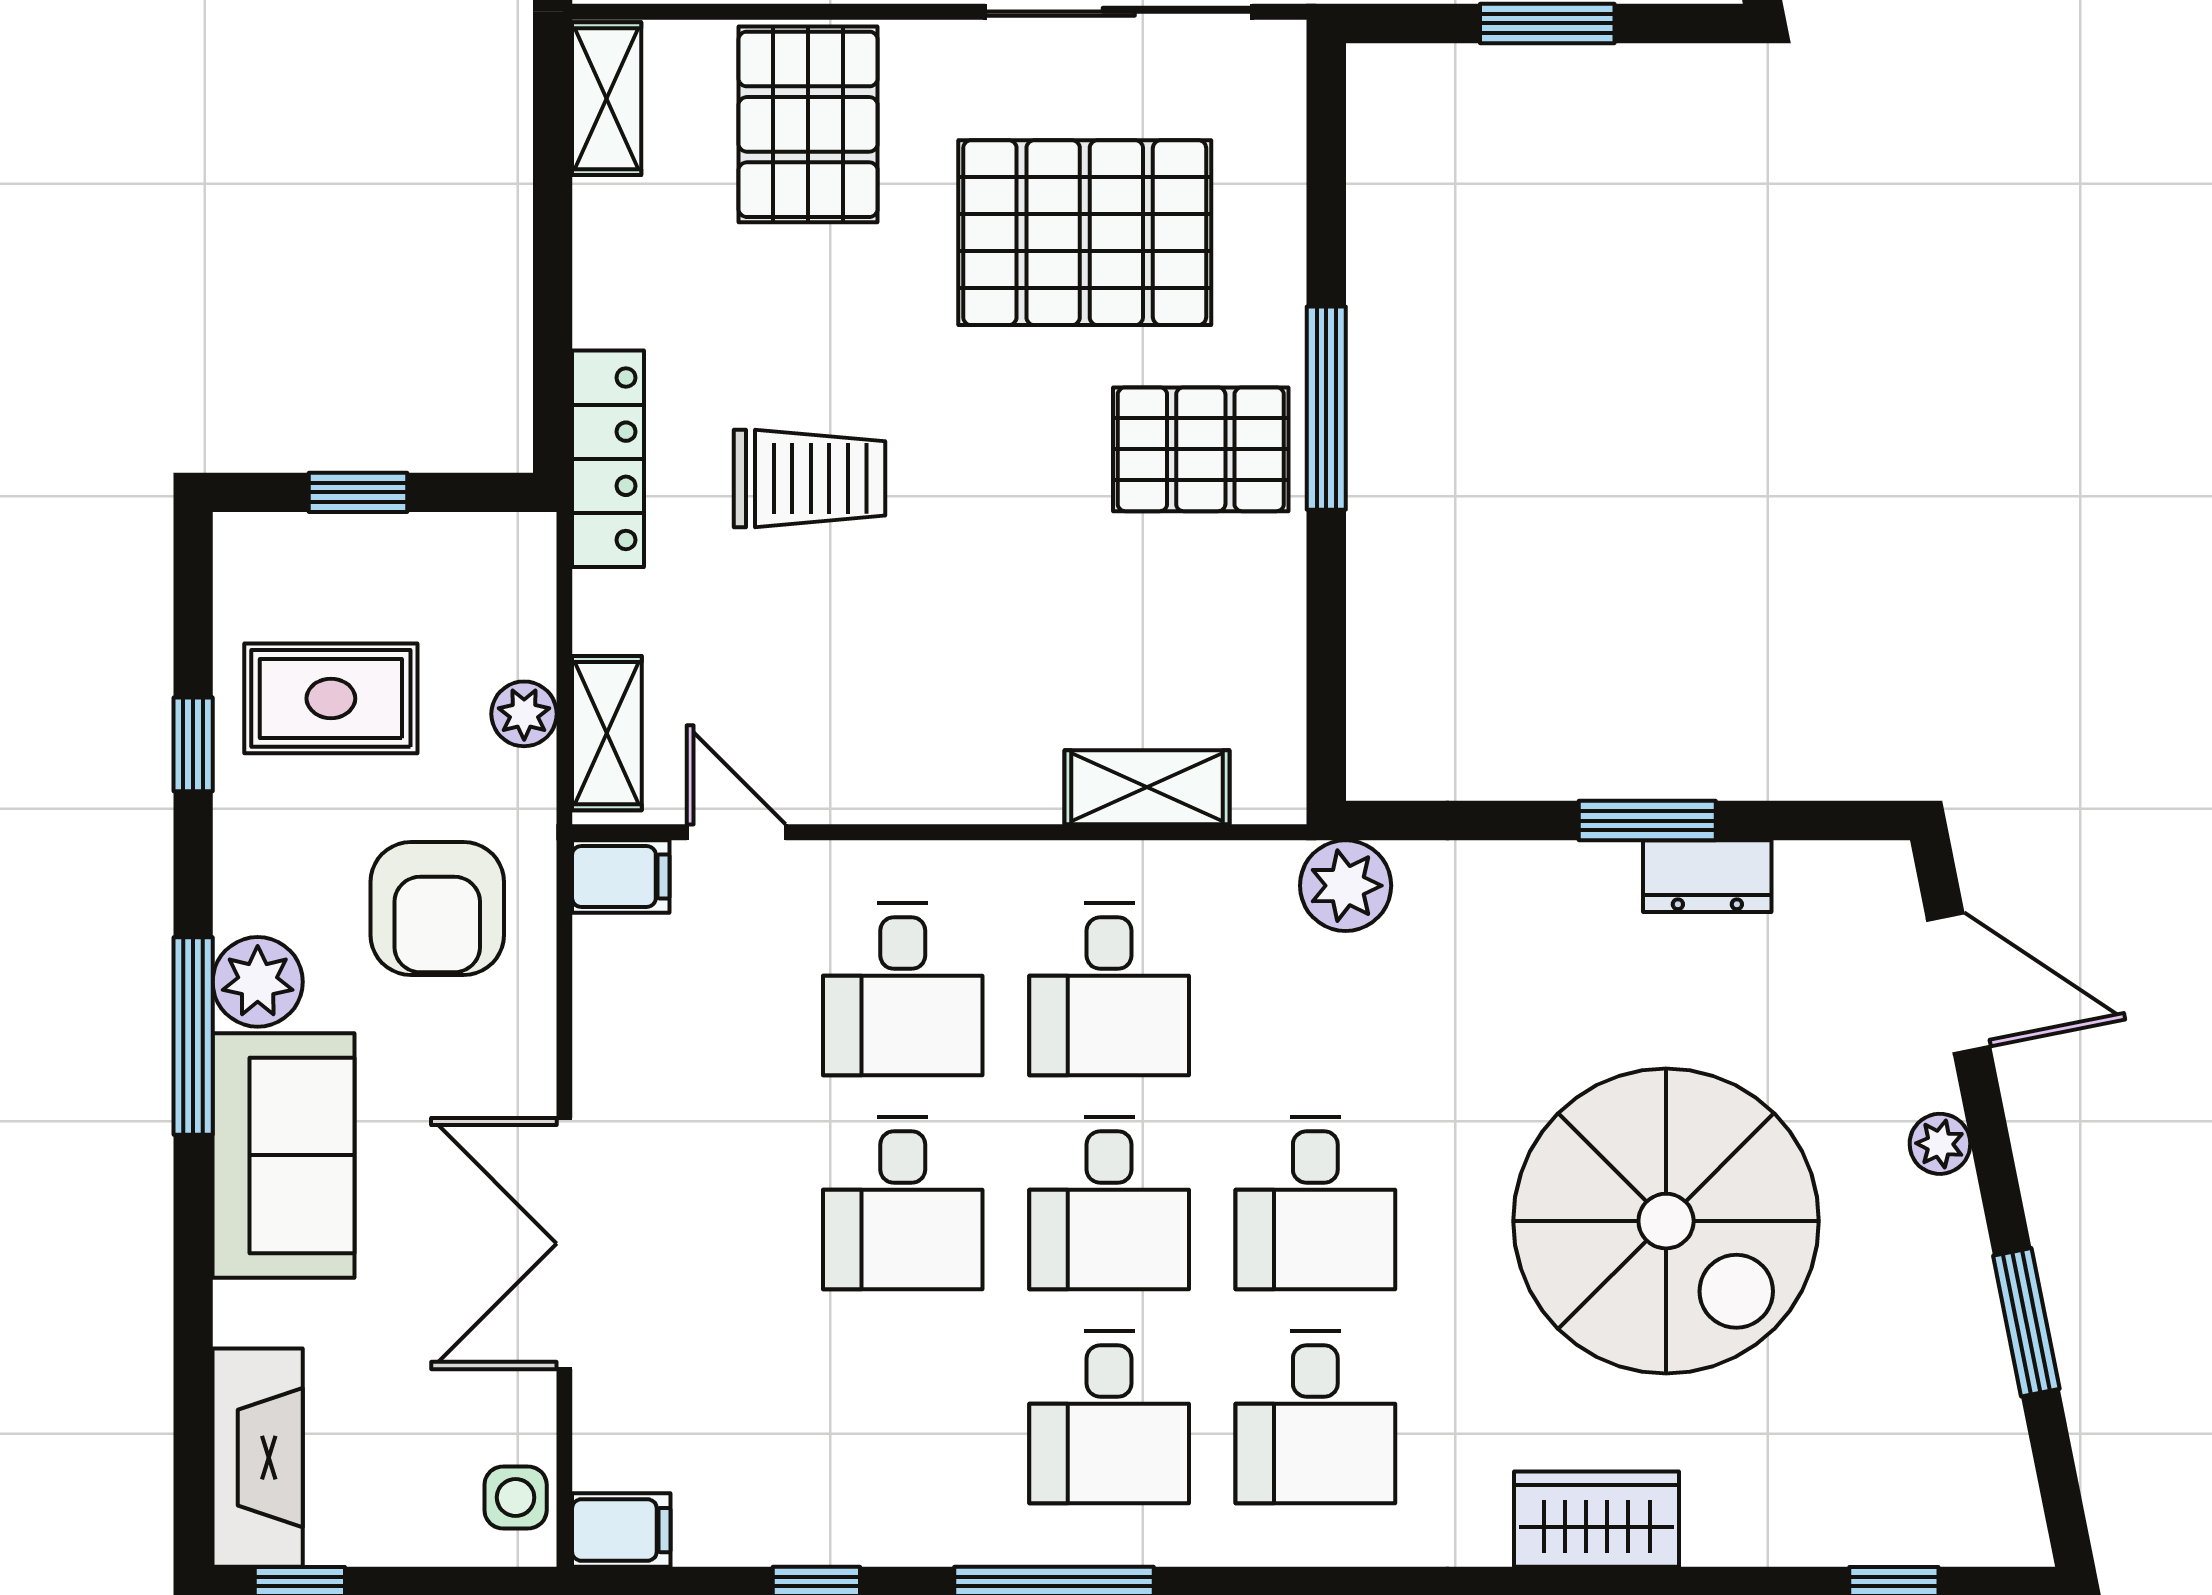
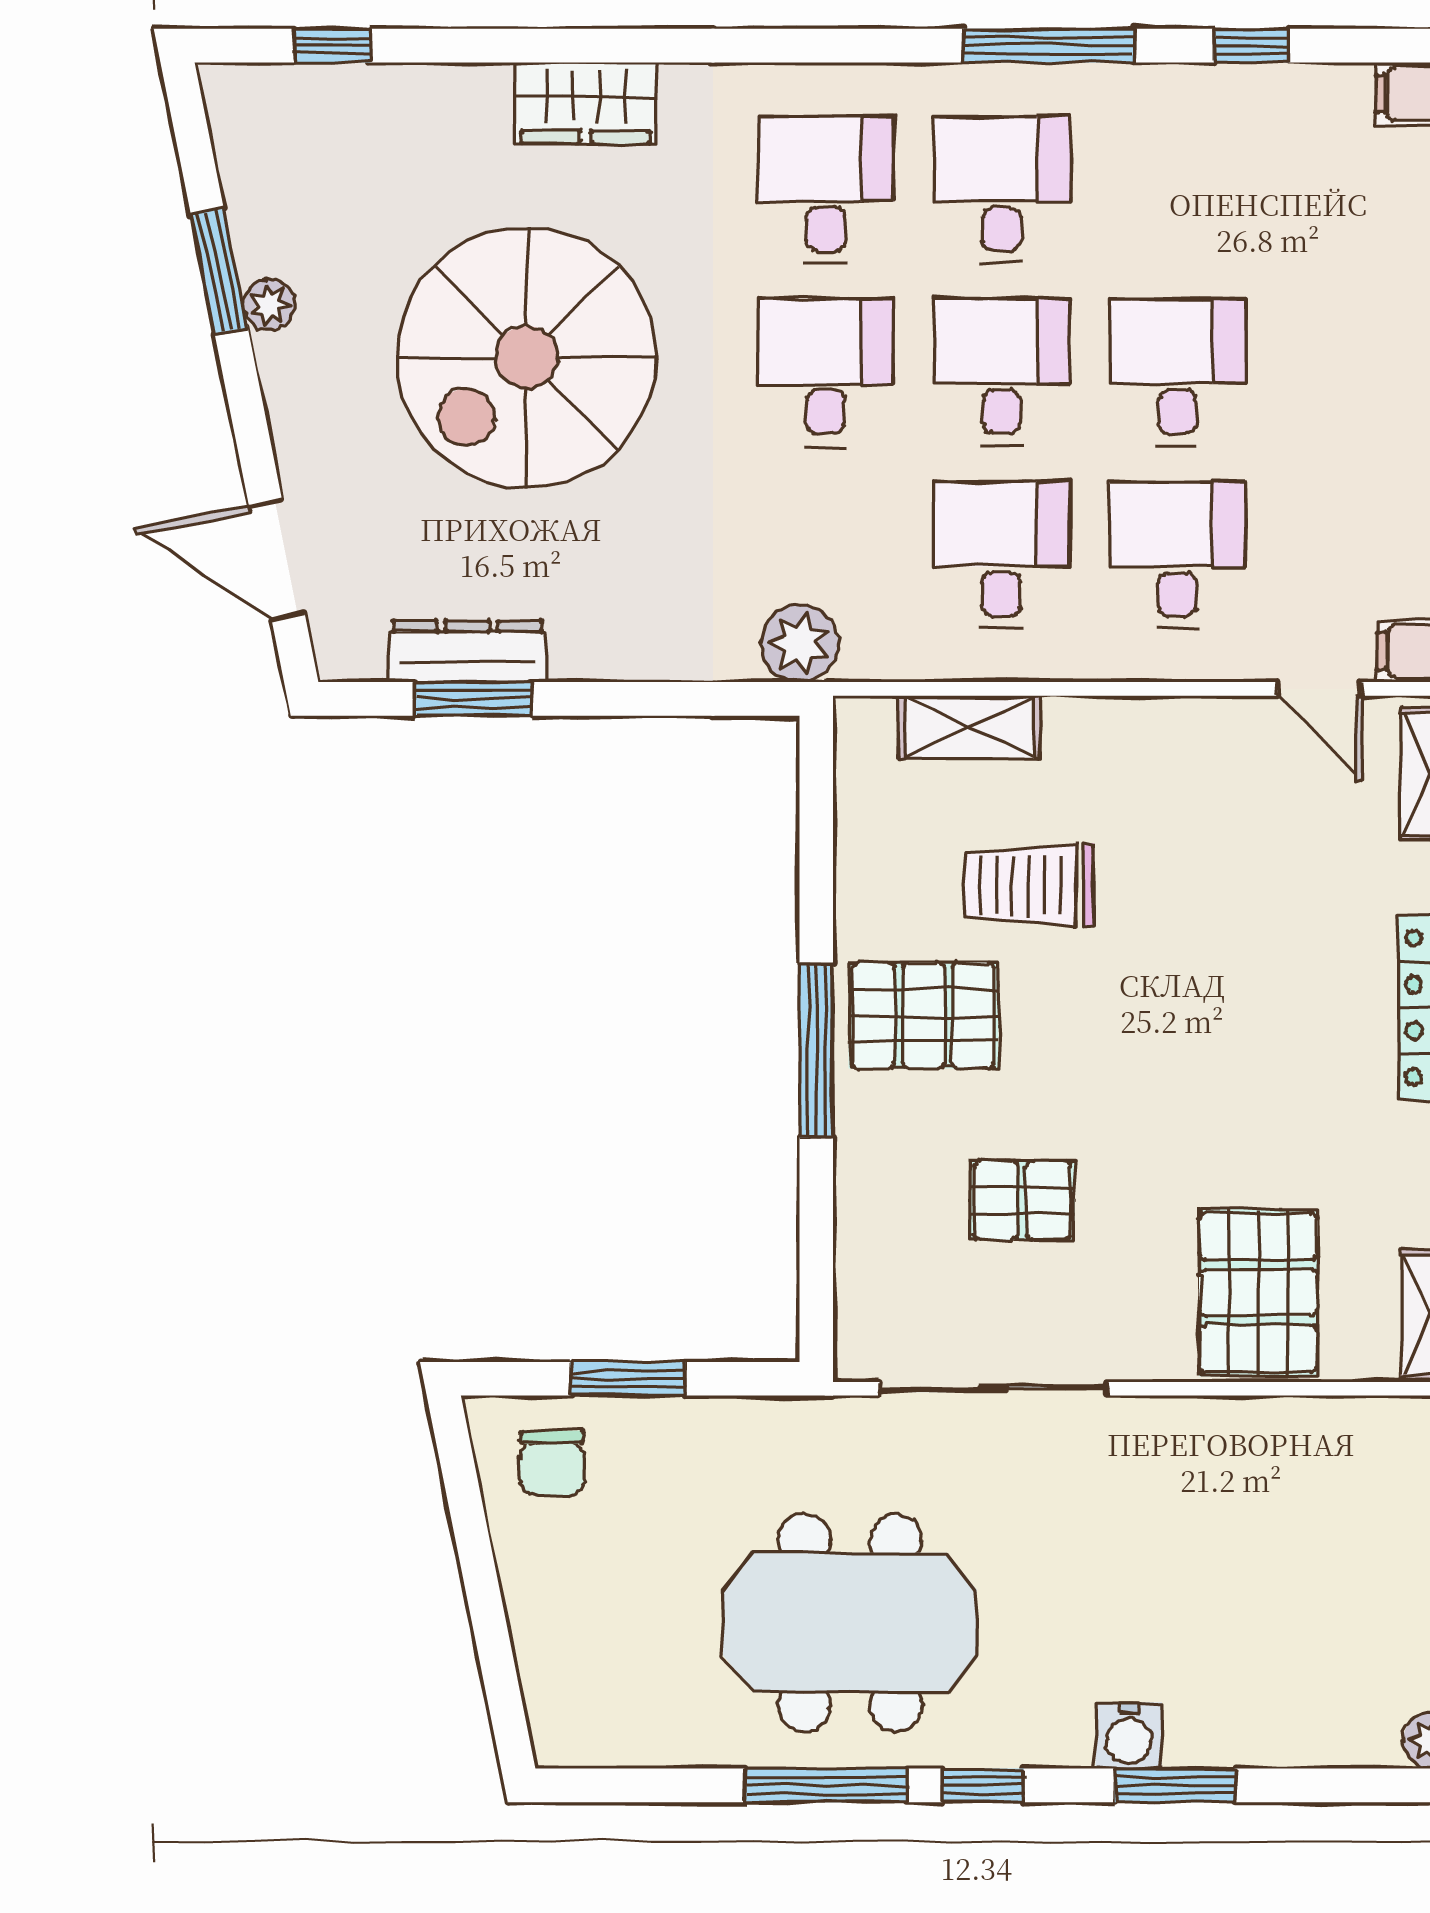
pallet: (1085, 233) -> (1022, 1200), width x0.49, depth x0.50
trolley: (810, 478) -> (1030, 885), moved
window: (1647, 821) -> (473, 699), moved
dresser: (1707, 876) -> (467, 651), width x1.44
plant: (1940, 1144) -> (269, 305), moved
spiral stairs: (1666, 1221) -> (526, 357), turned -90

